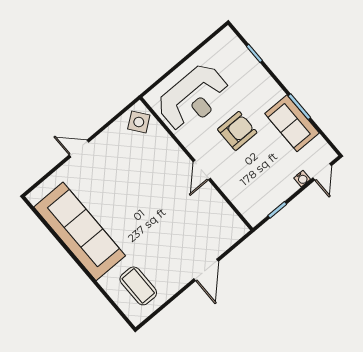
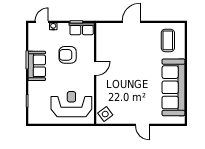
sofa: (292, 123) -> (37, 66), moved
armchair: (237, 131) -> (68, 55), moved
row of seats: (263, 207) -> (82, 29), added

